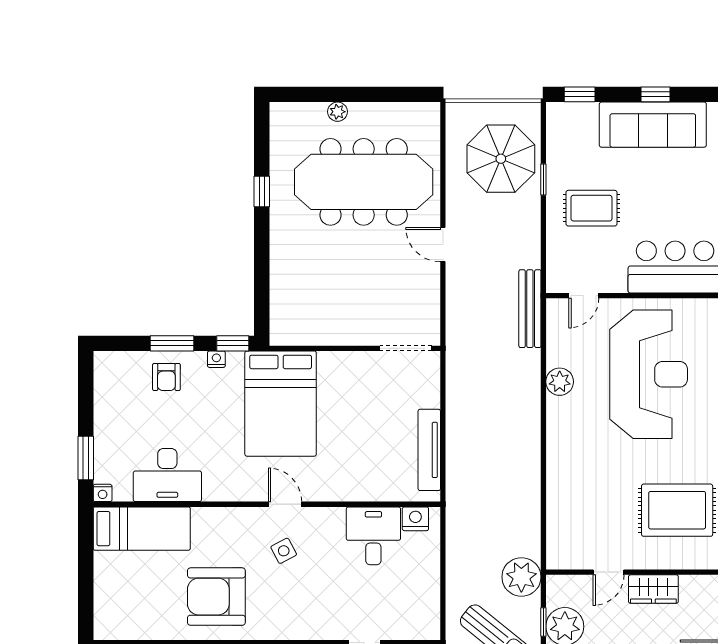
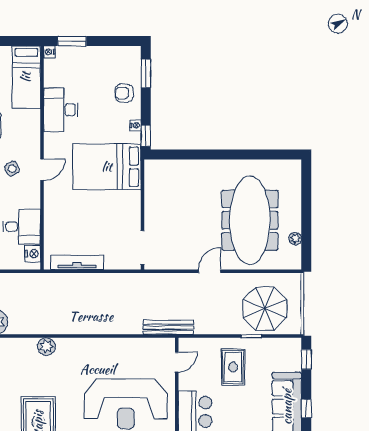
plant: (337, 112) -> (295, 239), moved
window: (262, 192) -> (244, 155), removed
door: (584, 296) -> (177, 362), swing flipped
window: (172, 343) -> (146, 73), moved
plant: (560, 382) -> (46, 347), moved
desk: (167, 475) -> (61, 110), moved

